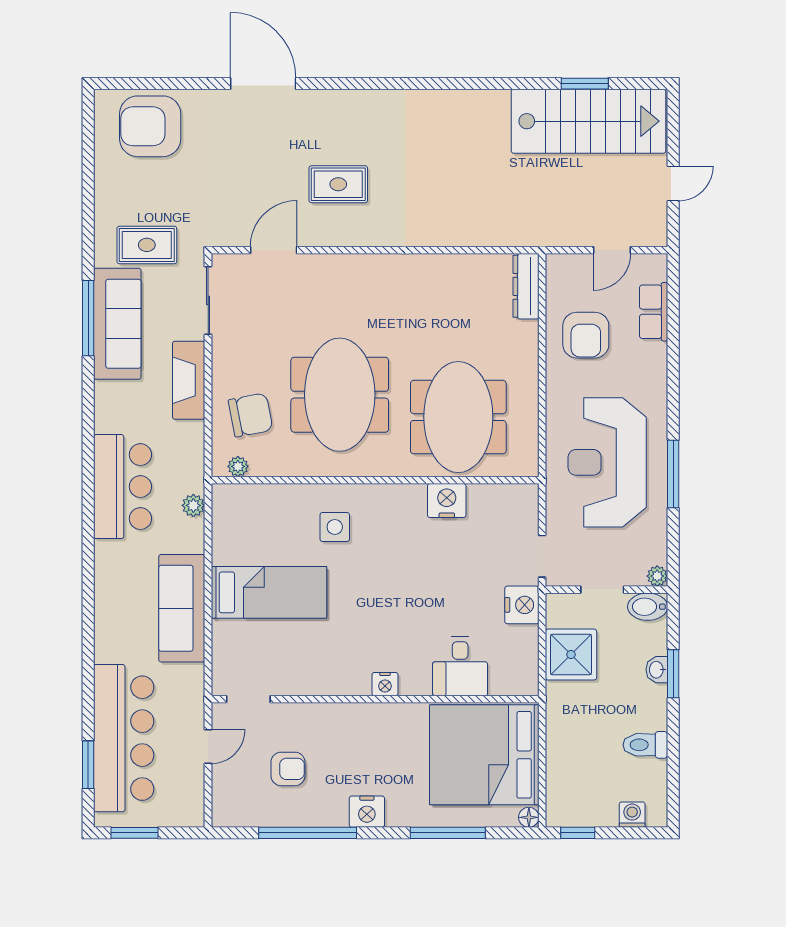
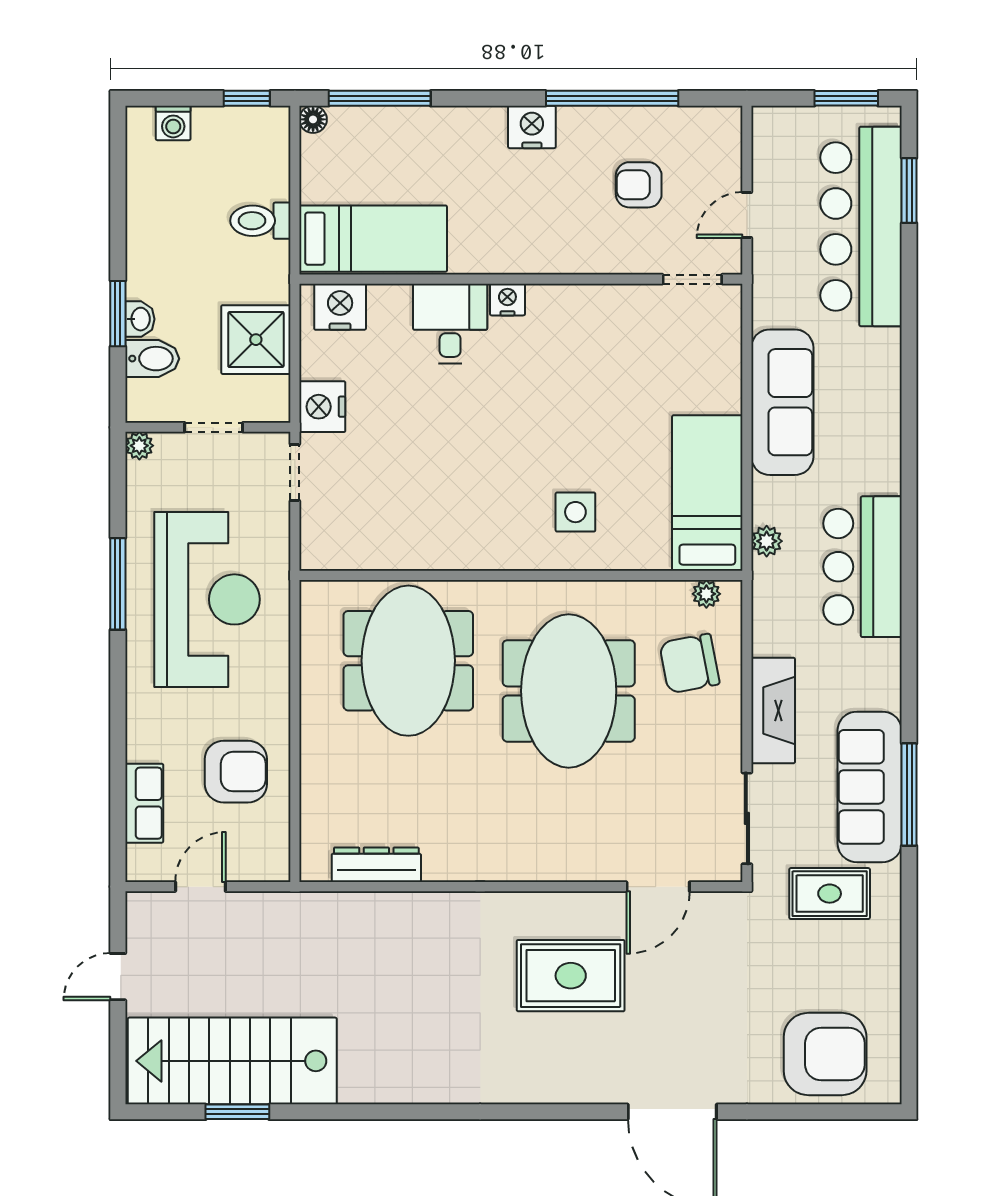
rug: (338, 184) -> (571, 976), width x1.36, depth x1.43
dresser: (526, 286) -> (376, 865), moved, turned -90
armchair: (586, 335) -> (236, 772), turned 90
nightstand: (447, 501) -> (340, 307), moved, turned 180
bed: (269, 592) -> (707, 493), moved, turned 90
bidet: (648, 607) -> (152, 359), moved
desk: (460, 666) -> (450, 323), moved
toilet: (645, 745) -> (260, 221), moved, turned 180
bed: (484, 755) -> (373, 239), width x0.49
window: (448, 833) -> (380, 98), moved

